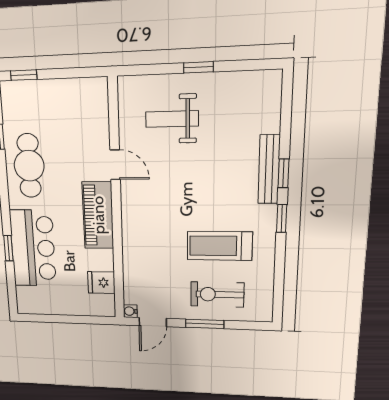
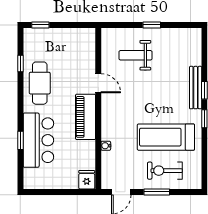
treadmill: (219, 246) -> (166, 137), width x1.37, depth x1.38
fridge: (101, 283) -> (87, 180), moved, turned 90
water cooler: (130, 311) -> (106, 146), moved

